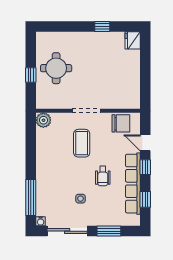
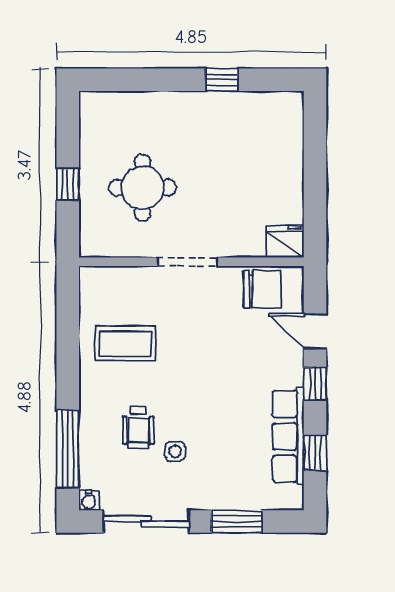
fridge: (133, 40) -> (285, 241), moved, turned 90
round table: (56, 68) -> (142, 188), moved
plant: (43, 120) -> (95, 282), removed
coffee table: (82, 143) -> (125, 344), moved, turned 90
wheelchair: (103, 176) -> (138, 427), moved
row of seats: (133, 184) -> (288, 437), width x0.73

